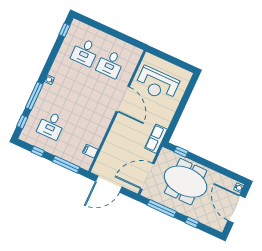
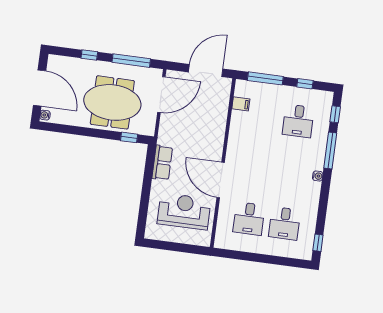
desk: (85, 52) -> (285, 223), turned 180
desk: (110, 64) -> (249, 219), turned 180
desk: (51, 125) -> (298, 121), turned 180
row of seats: (156, 139) -> (162, 163), moved

